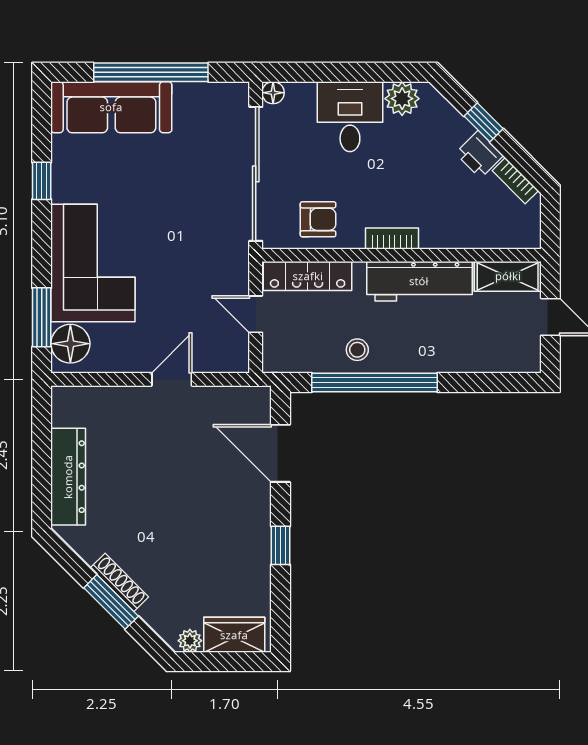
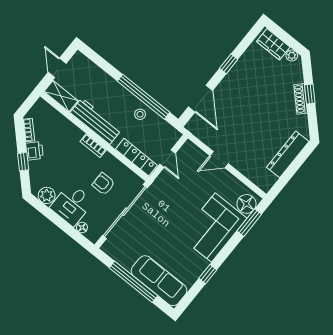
floor lamp: (273, 93) -> (82, 228), moved
armchair: (318, 219) -> (104, 184), moved
window: (111, 602) -> (310, 94), width x0.67

